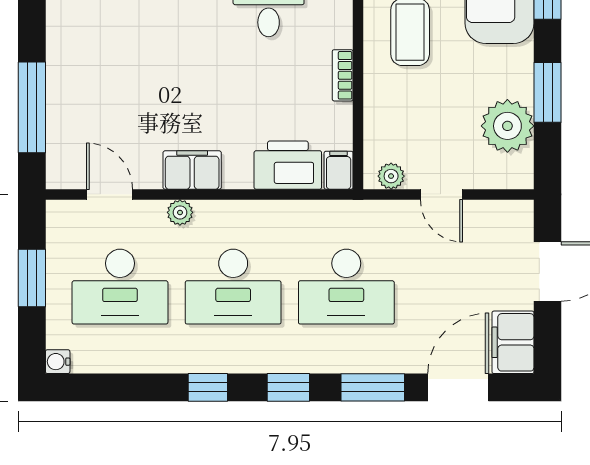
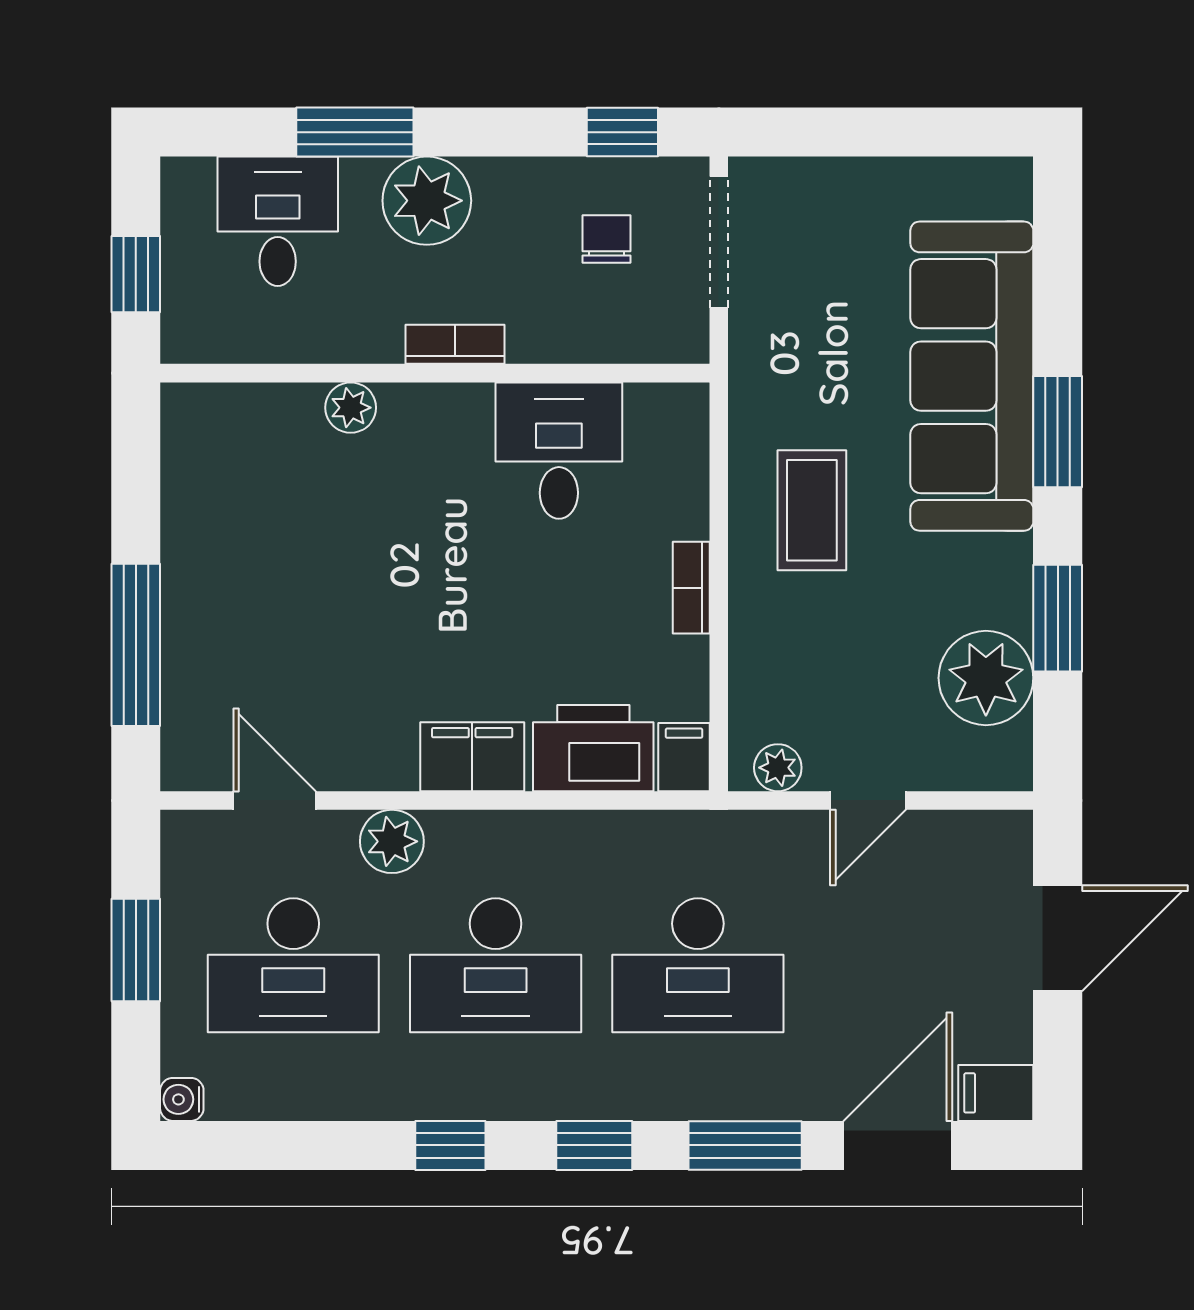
filing cabinet: (192, 170) -> (472, 757), moved
door: (442, 194) -> (868, 800), hinge flipped
plant: (180, 212) -> (392, 841), width x1.38, depth x1.38
filing cabinet: (513, 342) -> (996, 1093), width x0.50

